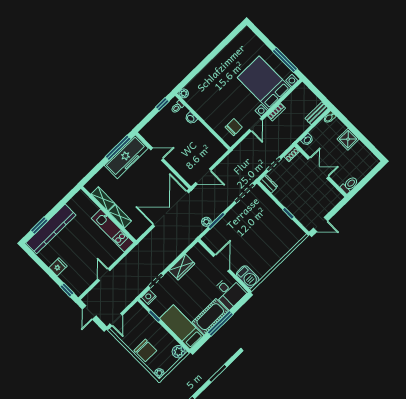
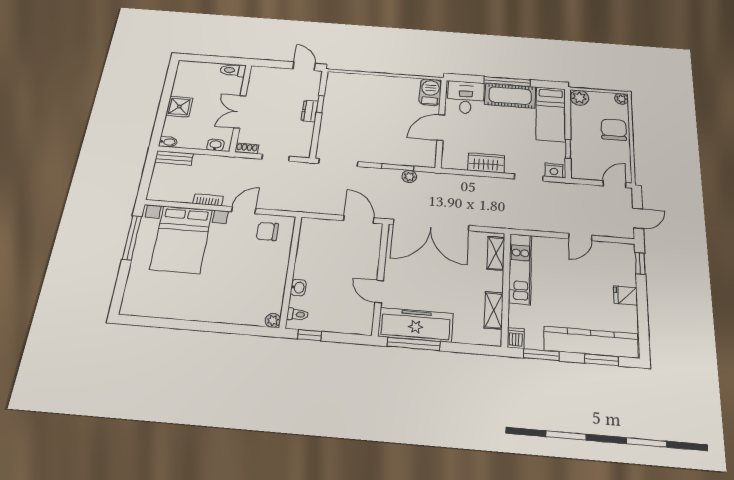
dresser: (268, 184) -> (310, 111), moved
dishwasher: (82, 197) -> (516, 338), added
window: (64, 201) -> (541, 355), added
shelving: (120, 216) -> (496, 253), moved

